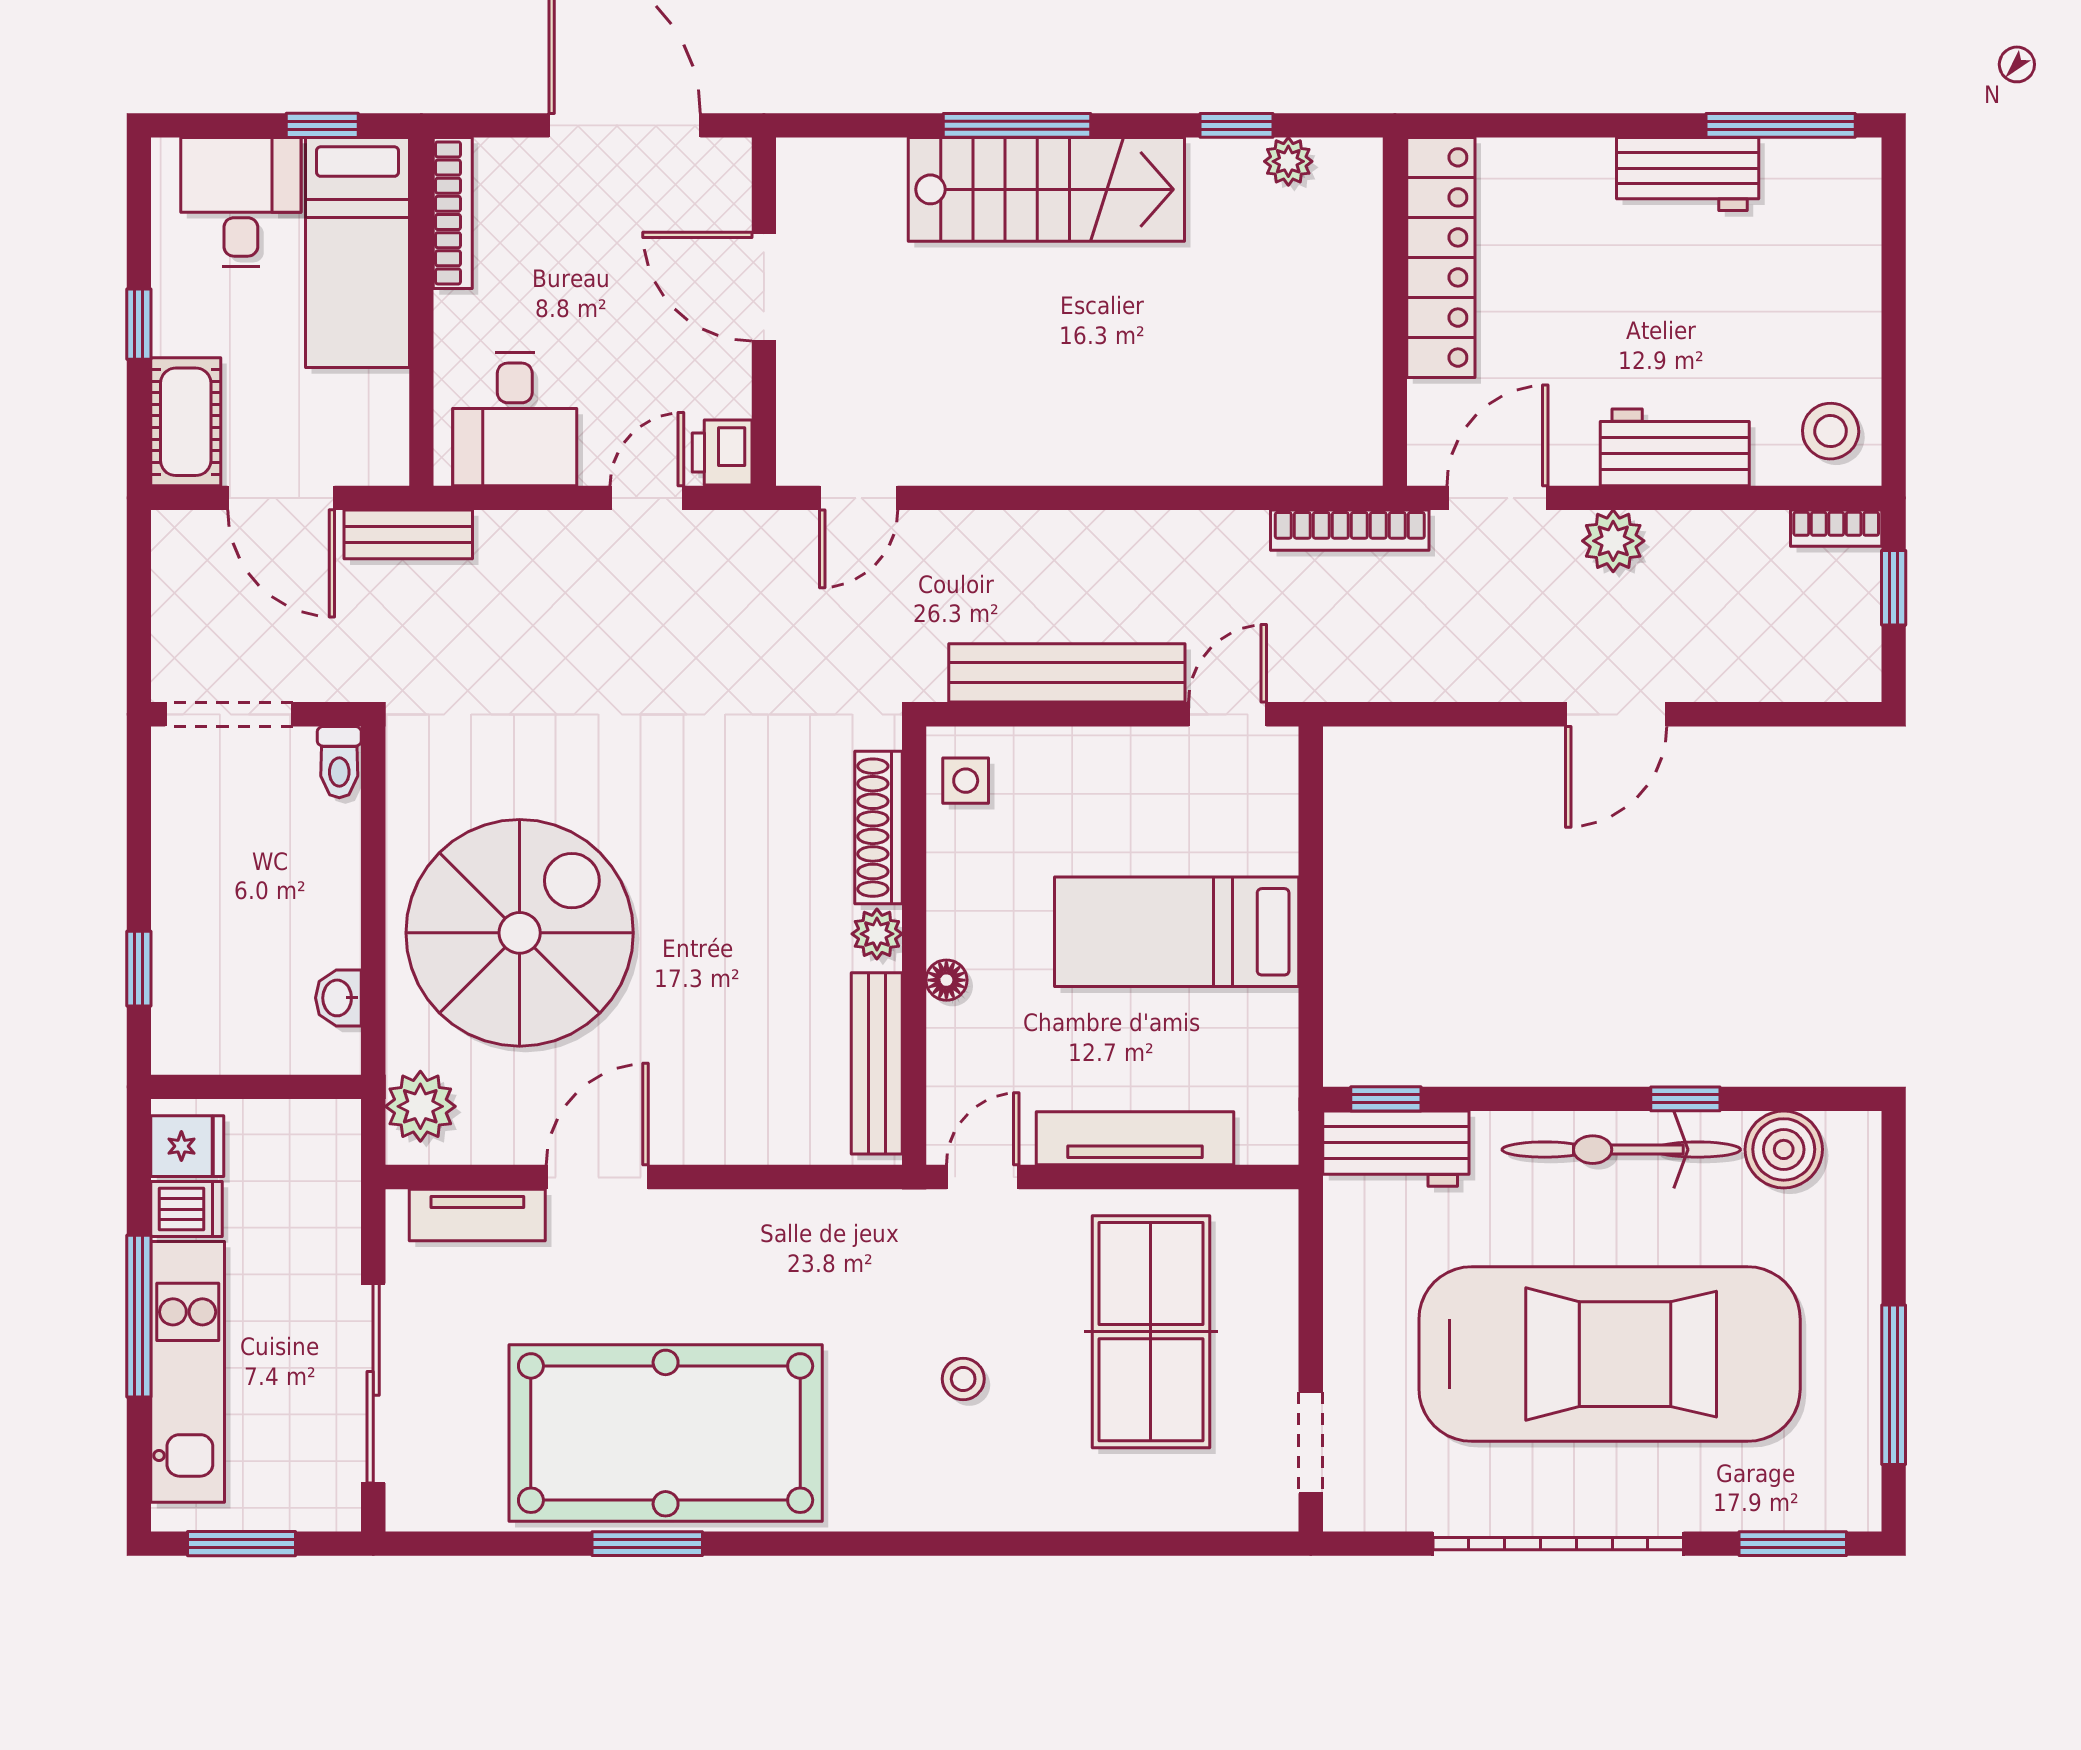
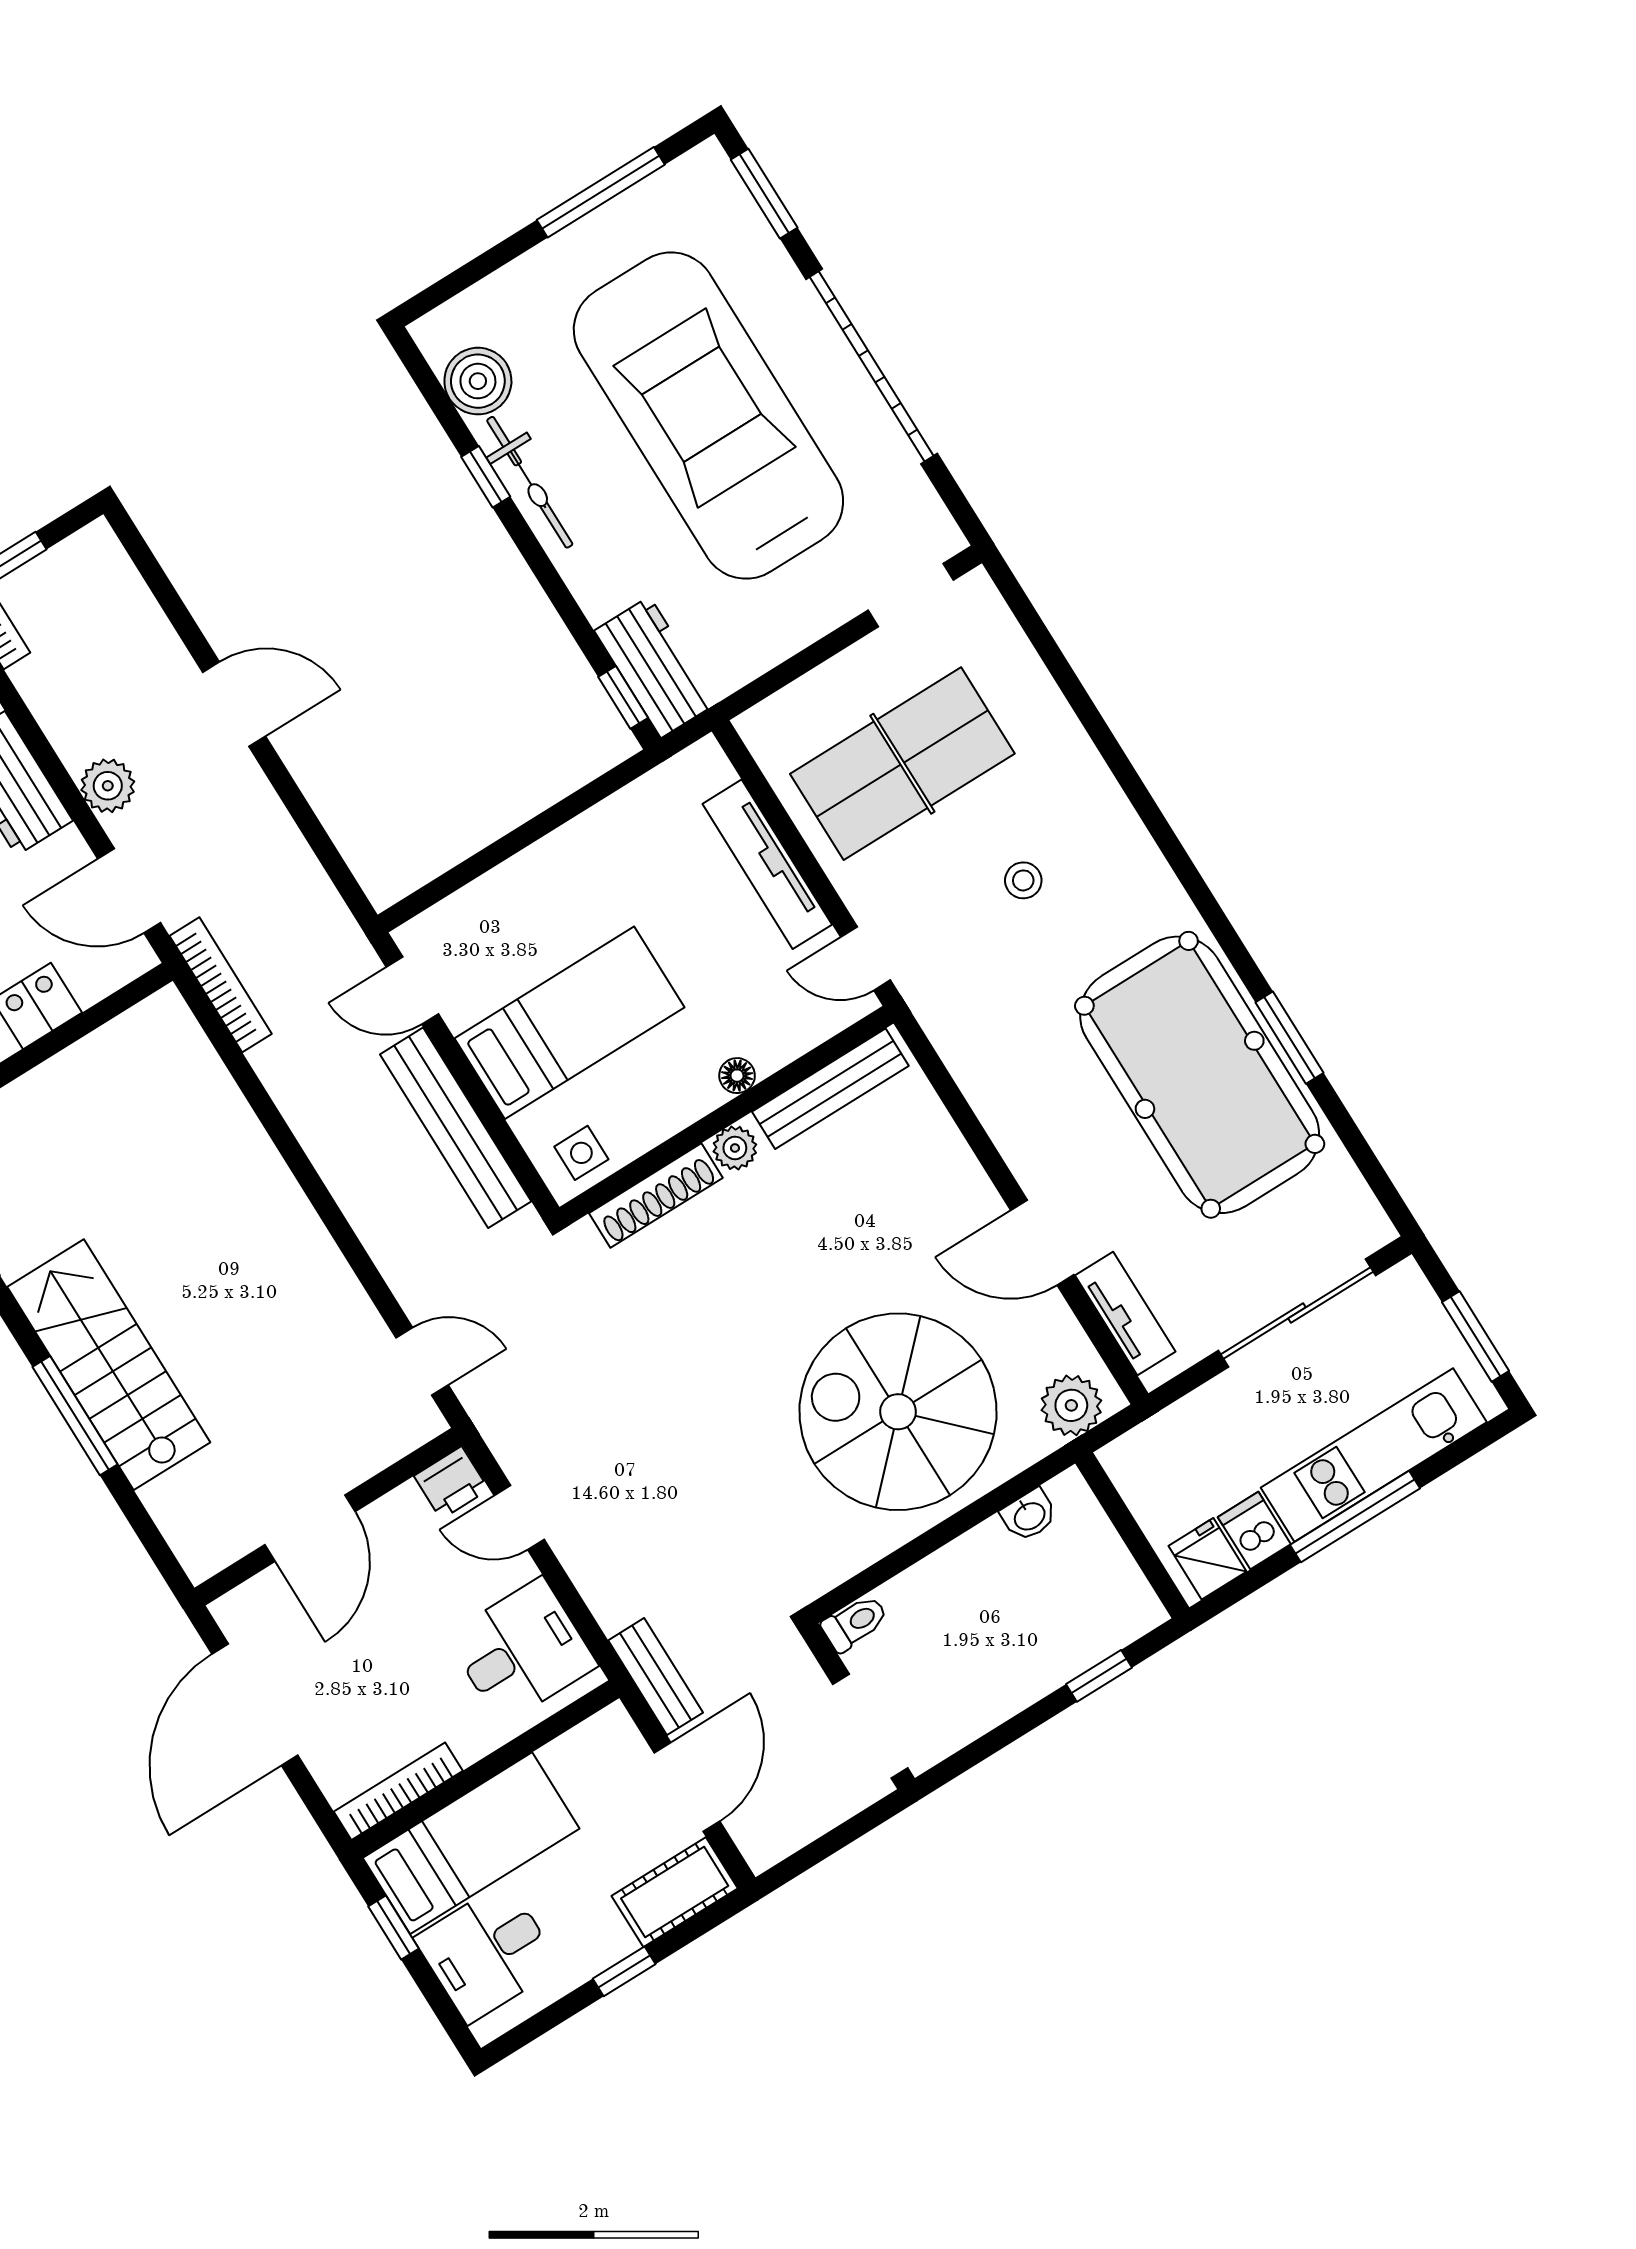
bed: (1177, 932) -> (570, 1023), moved, turned -90
bicycle: (1621, 1150) -> (530, 482), width x0.73, depth x0.71

